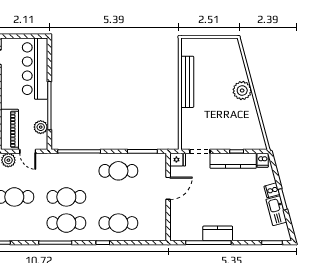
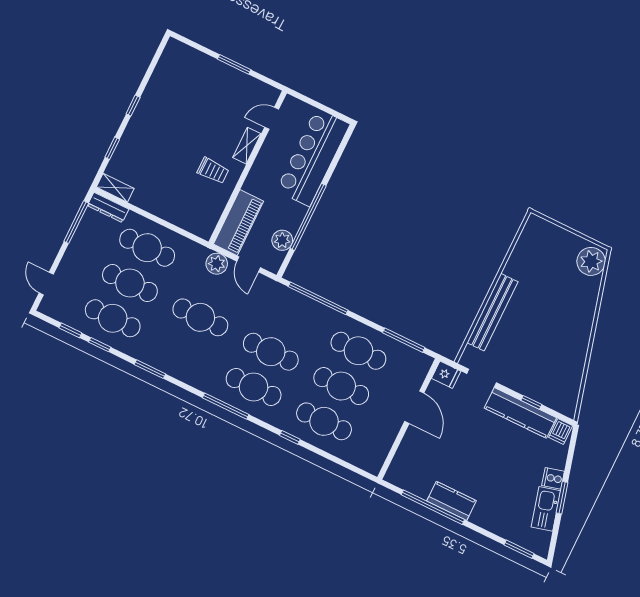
bench: (187, 82) -> (492, 312), moved
plant: (242, 90) -> (591, 261), moved
door: (168, 188) -> (414, 407), hinge flipped
cafe table: (118, 197) -> (341, 386), added

